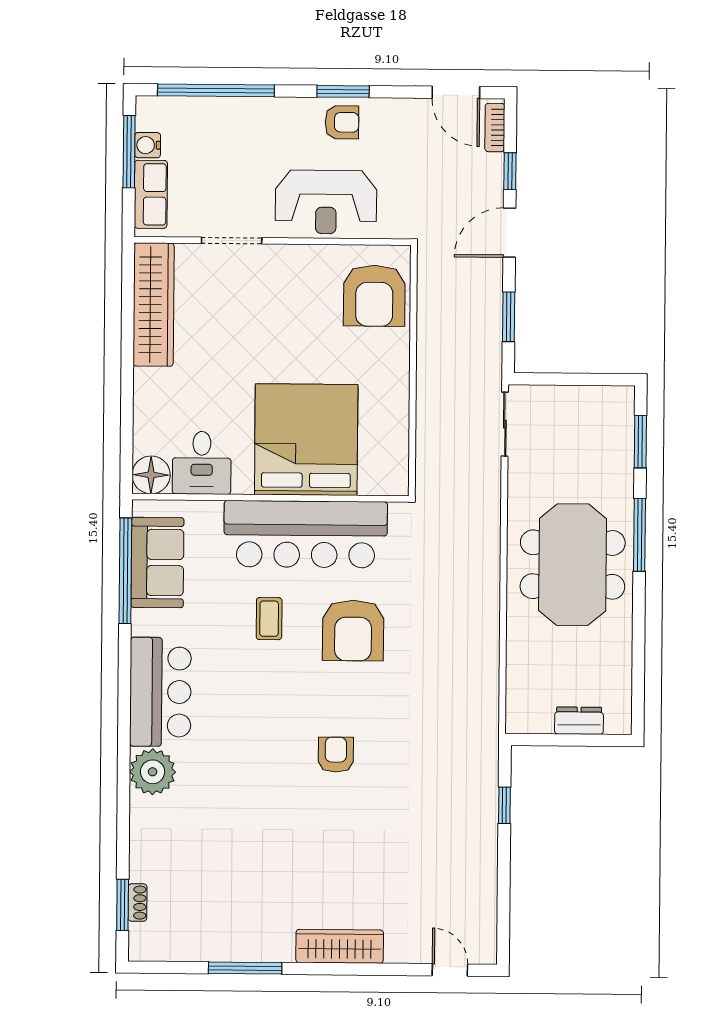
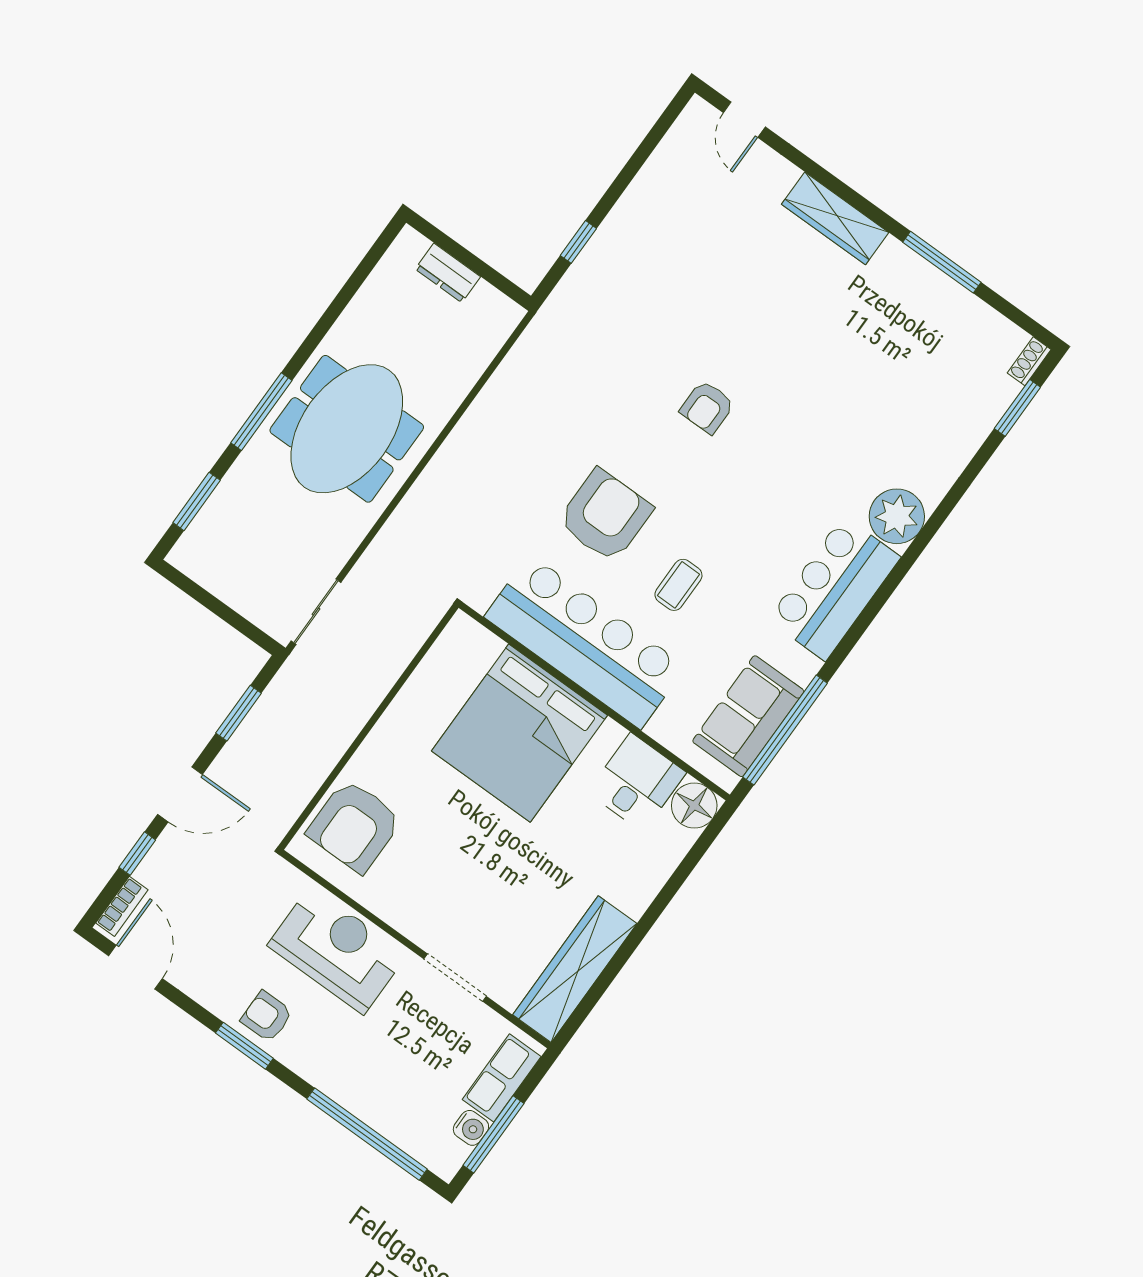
armchair: (374, 296) -> (354, 826), turned 180
shoe rack: (137, 903) -> (1029, 361), moved

